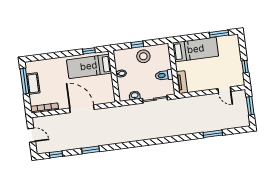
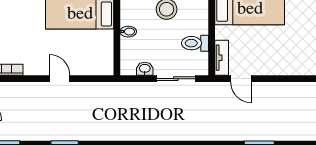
door: (224, 90) -> (241, 79), moved
door: (82, 109) -> (60, 79), width x0.53

